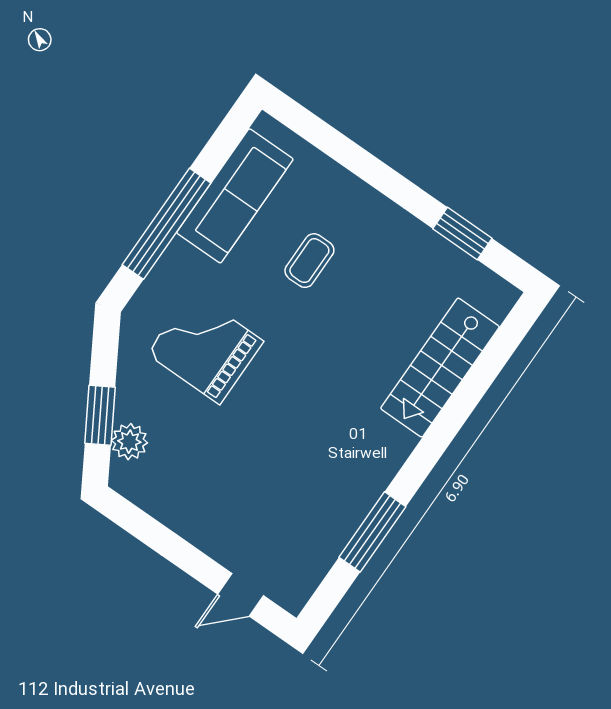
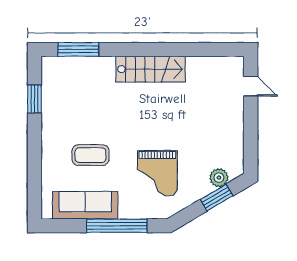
coffee table: (309, 261) -> (90, 155), width x1.36, depth x1.30
stairs: (440, 368) -> (150, 69), moved
window: (372, 532) -> (78, 49), moved

